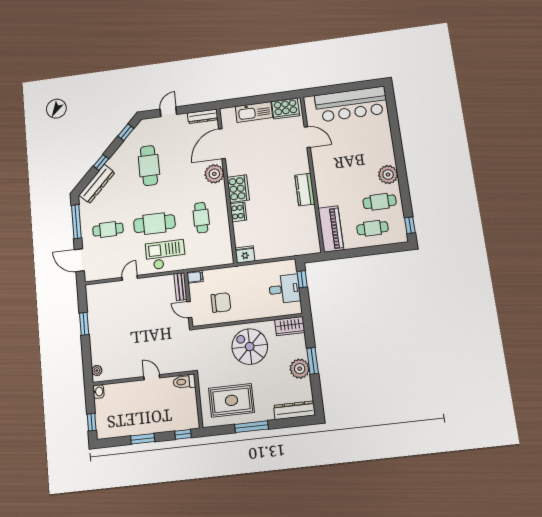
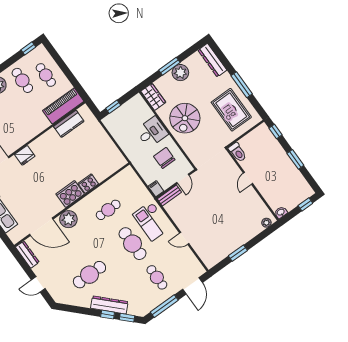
window: (126, 132) -> (127, 318), moved
dresser: (97, 184) -> (109, 305), moved
kitchen counter: (305, 190) -> (69, 124), moved
fridge: (245, 254) -> (25, 155), moved, turned -90
desk: (284, 289) -> (152, 132), moved, turned 90

